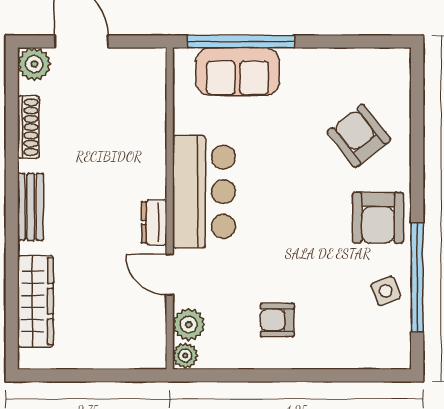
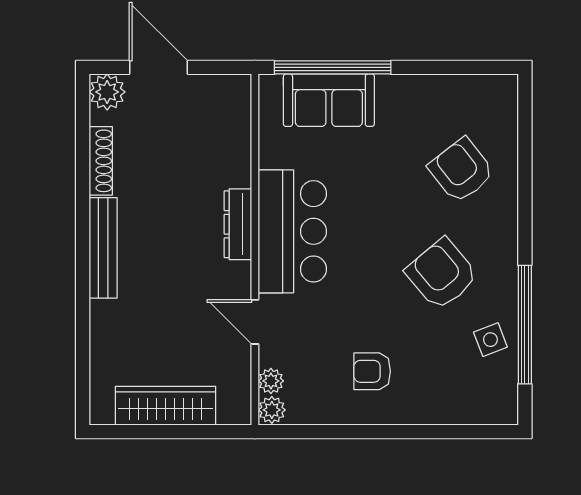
bench: (31, 207) -> (103, 248), width x1.36
armchair: (378, 218) -> (442, 274), moved, turned 140
dresser: (154, 222) -> (238, 224), moved, width x1.44
wardrobe: (35, 301) -> (166, 406), moved, turned -90
plant: (189, 324) -> (271, 381), width x0.73, depth x0.73

